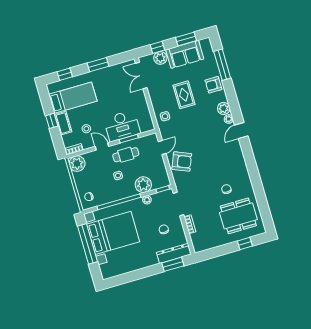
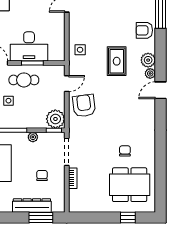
rug: (184, 95) -> (117, 61), moved
armchair: (182, 161) -> (84, 106), turned -119
plant: (143, 185) -> (55, 119), moved
dresser: (174, 253) -> (32, 206), moved

